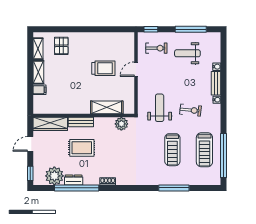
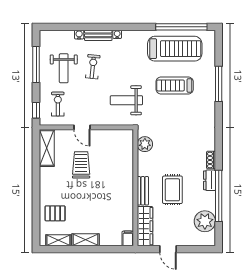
filing cabinet: (40, 90) -> (128, 238), moved
shelving: (107, 107) -> (47, 148), moved
exercise bike: (190, 110) -> (93, 67), moved
treadmill: (172, 150) -> (175, 85), turned 180
treadmill: (204, 150) -> (175, 49), width x1.37, depth x1.38
window: (30, 173) -> (202, 249), removed
dresser: (74, 180) -> (210, 180), moved

